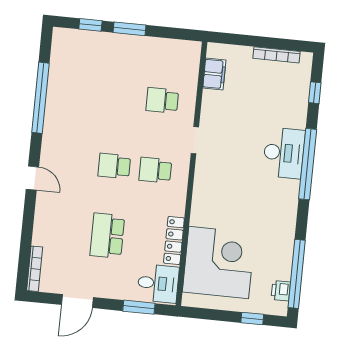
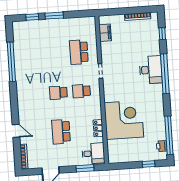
school desk: (162, 100) -> (79, 52), width x1.85
door: (32, 178) -> (16, 131), moved
locker: (174, 240) -> (98, 128), width x0.66
corner desk: (219, 262) -> (124, 120), moved

